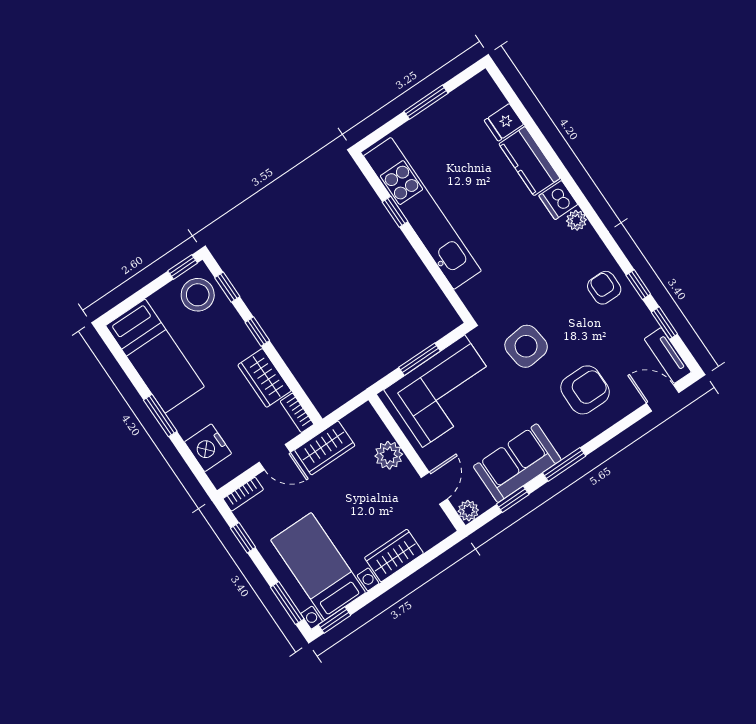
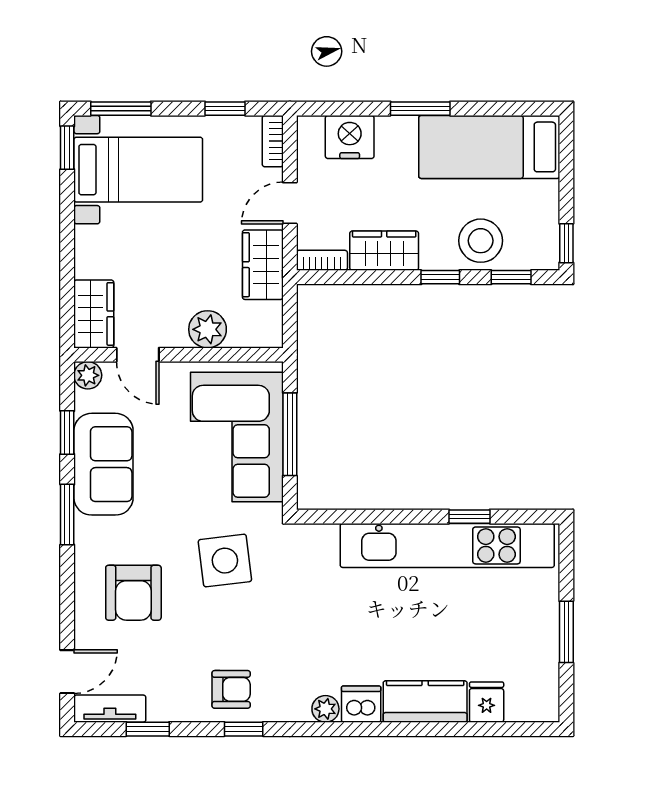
window: (638, 285) -> (244, 729), moved
stool: (198, 295) -> (481, 241), moved
window: (419, 359) -> (290, 434), width x1.44
wardrobe: (394, 556) -> (94, 314), moved

